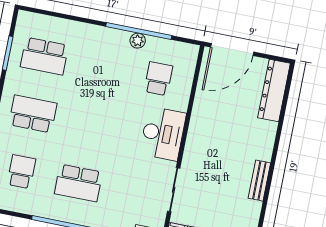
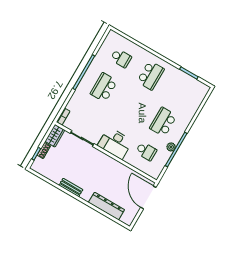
school desk: (44, 56) -> (163, 122), moved
dresser: (274, 90) -> (106, 206), moved

